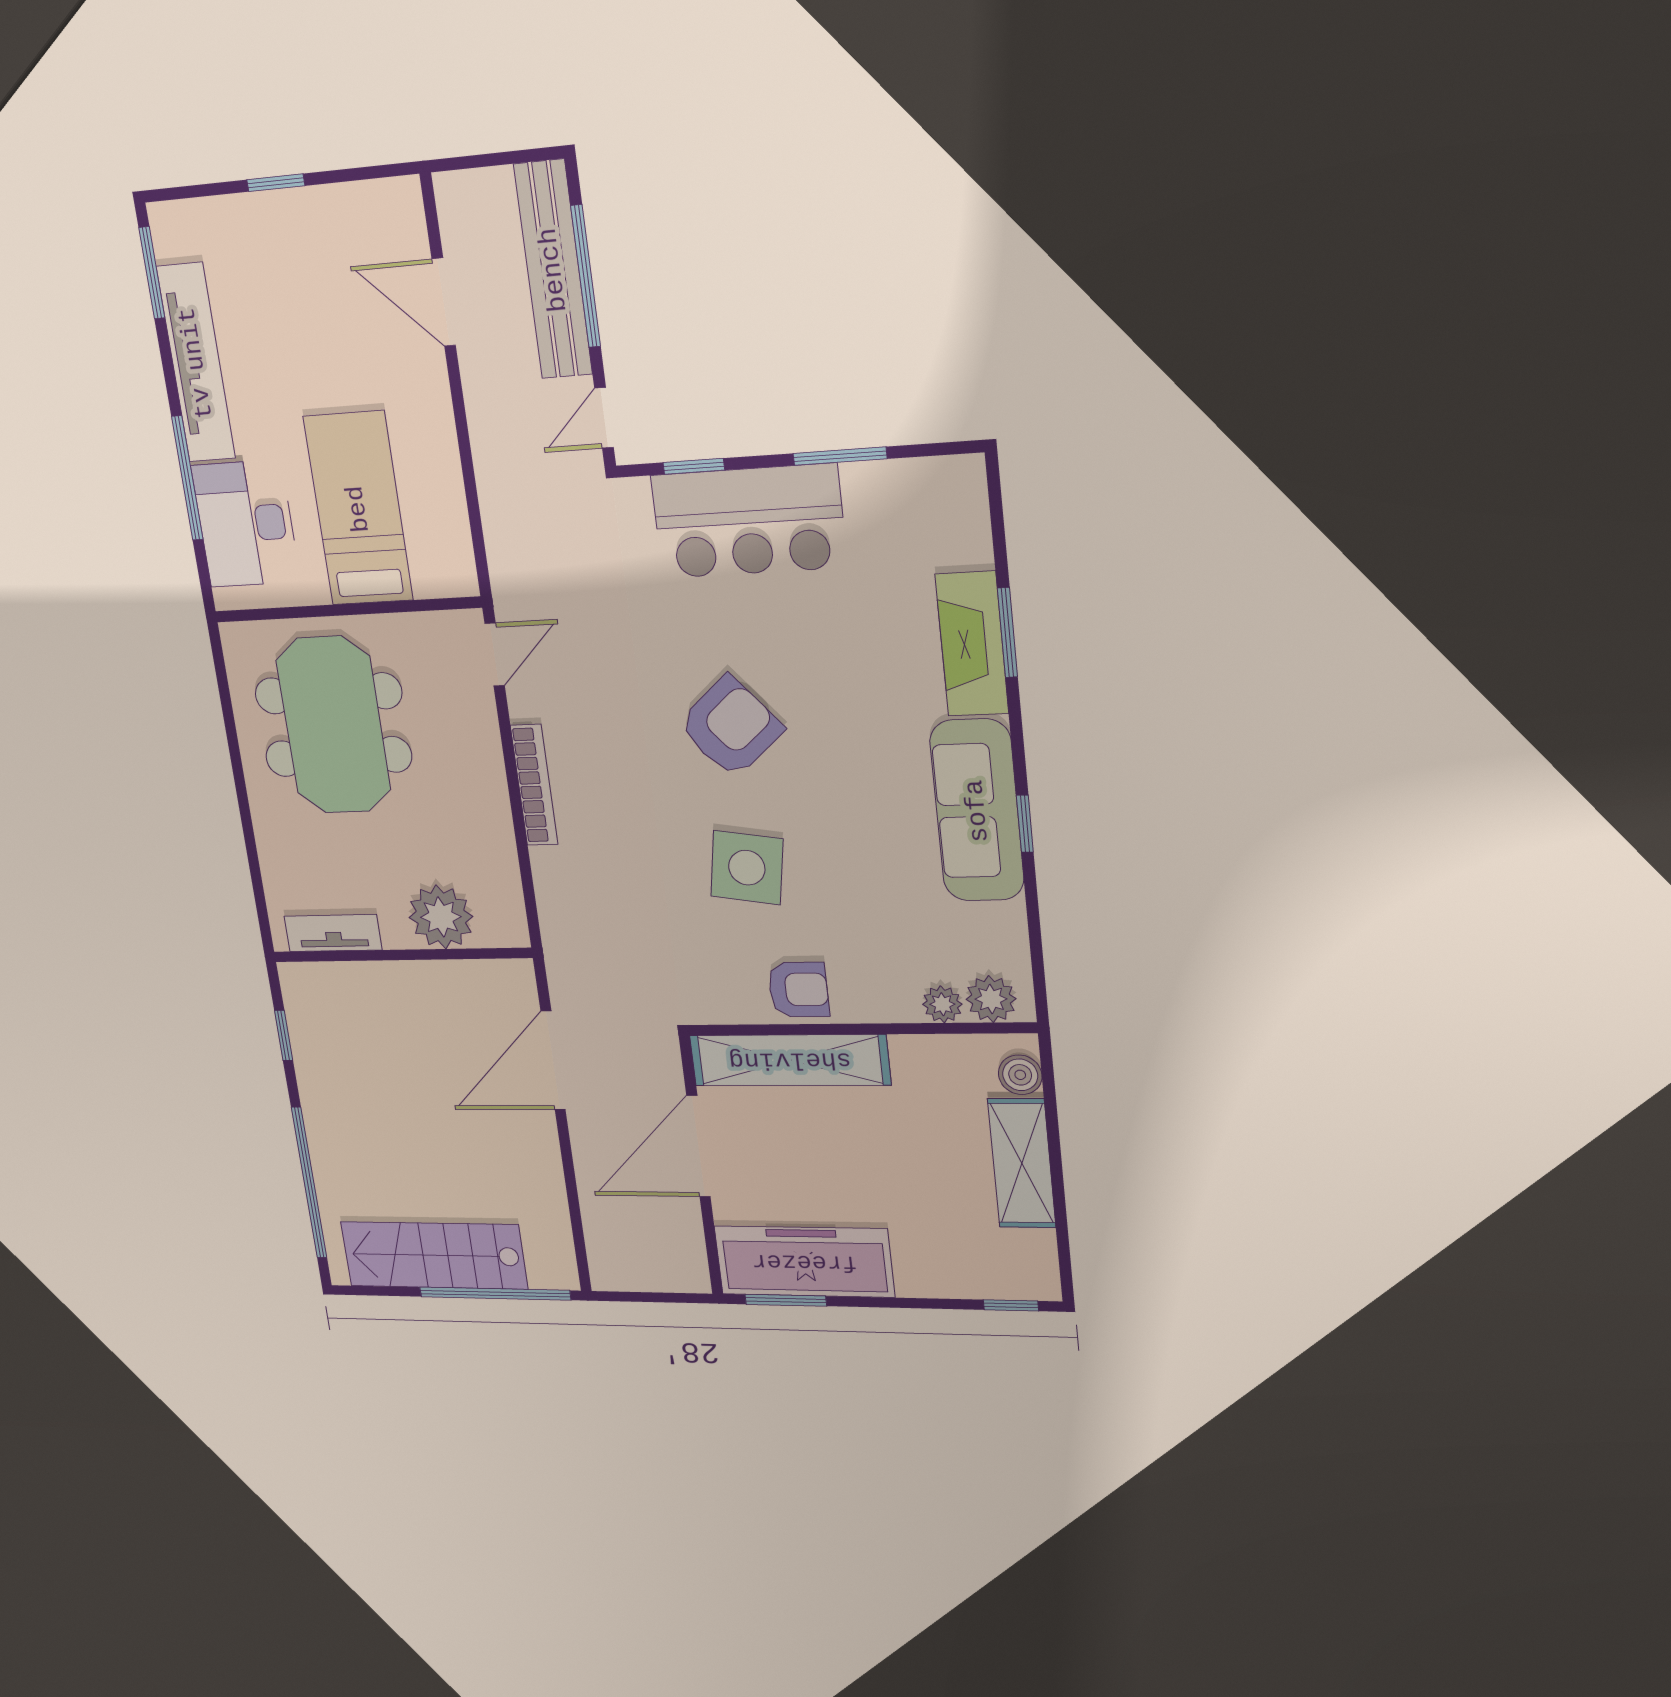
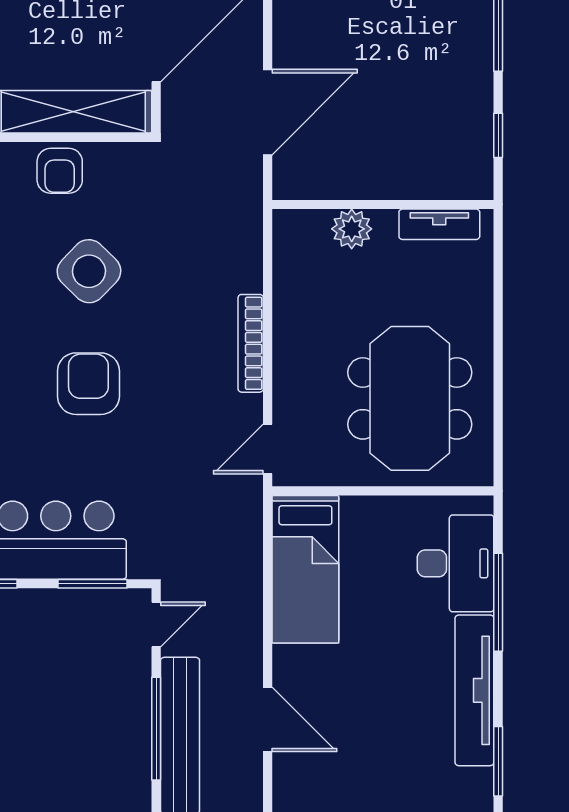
window: (694, 466) -> (92, 584), width x1.50
bed: (358, 509) -> (305, 569), moved
armchair: (731, 727) -> (88, 384), turned 131
side table: (747, 868) -> (89, 271), turned 35
plant: (441, 917) -> (352, 229), width x0.73, depth x0.73
armchair: (798, 989) -> (60, 171), turned -90

